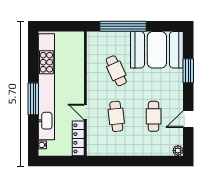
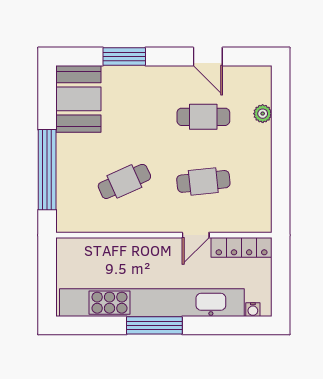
booth: (157, 50) -> (78, 99), width x0.73, depth x0.70
window: (33, 99) -> (154, 325), moved
plant: (178, 151) -> (263, 114), moved

